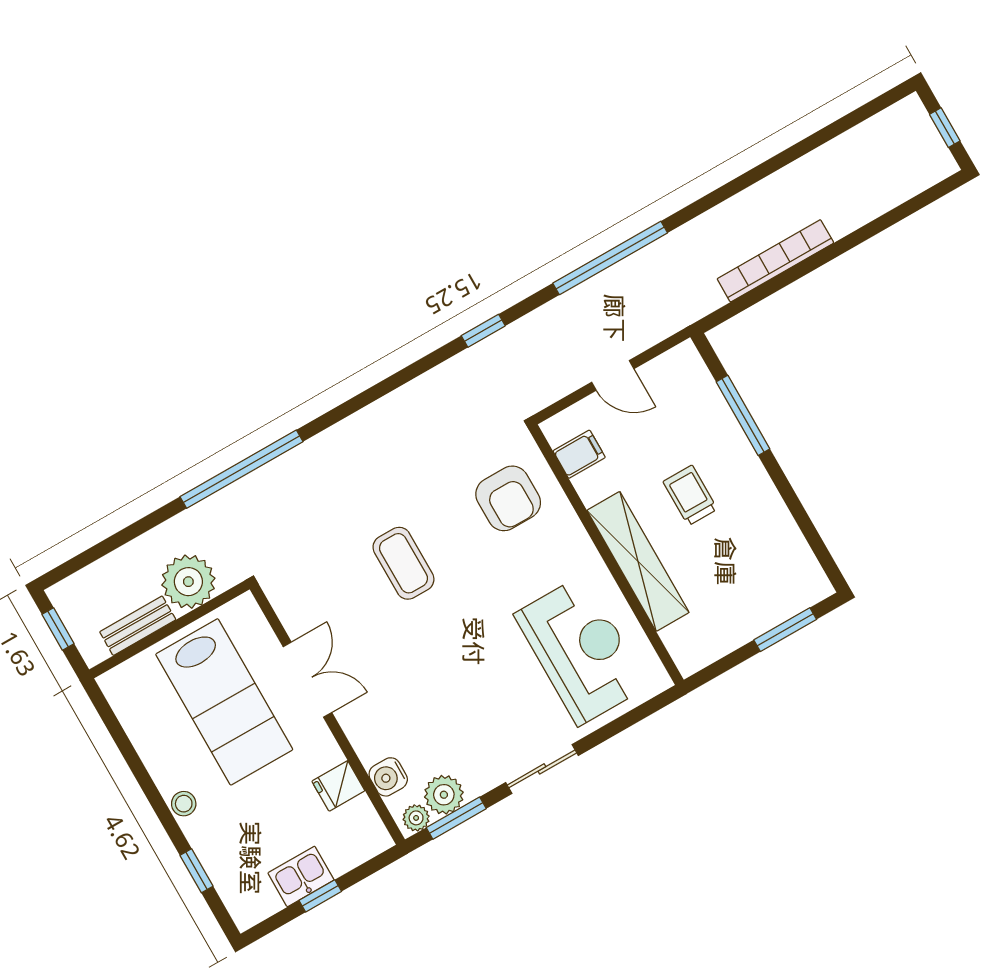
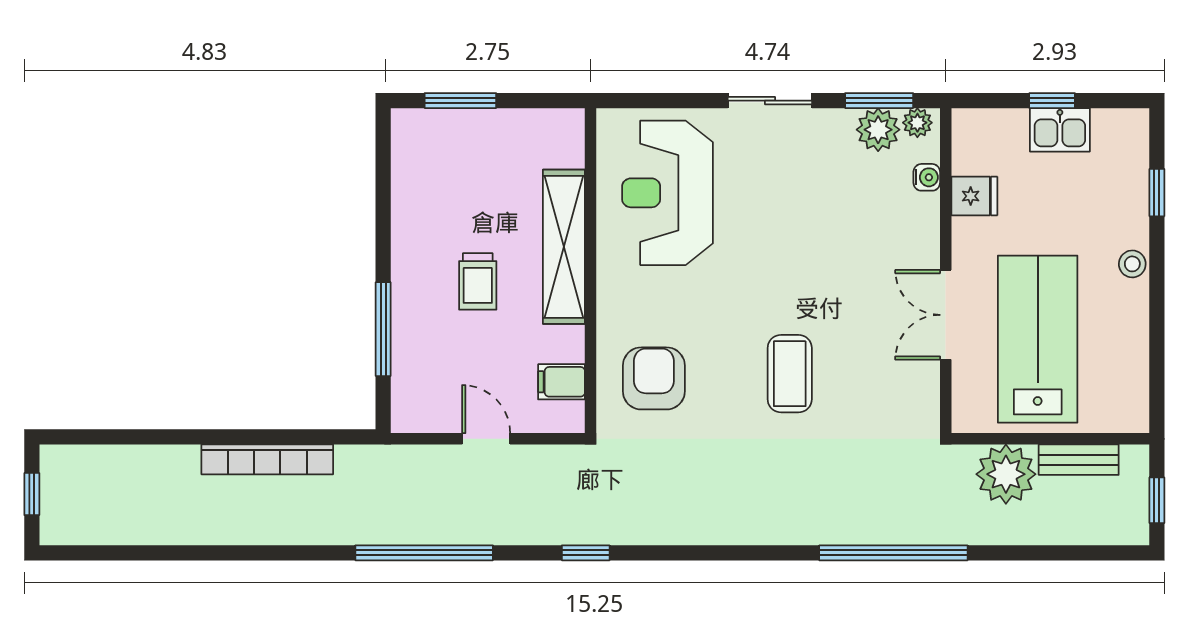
water cooler: (388, 777) -> (927, 177), width x0.72, depth x0.72

